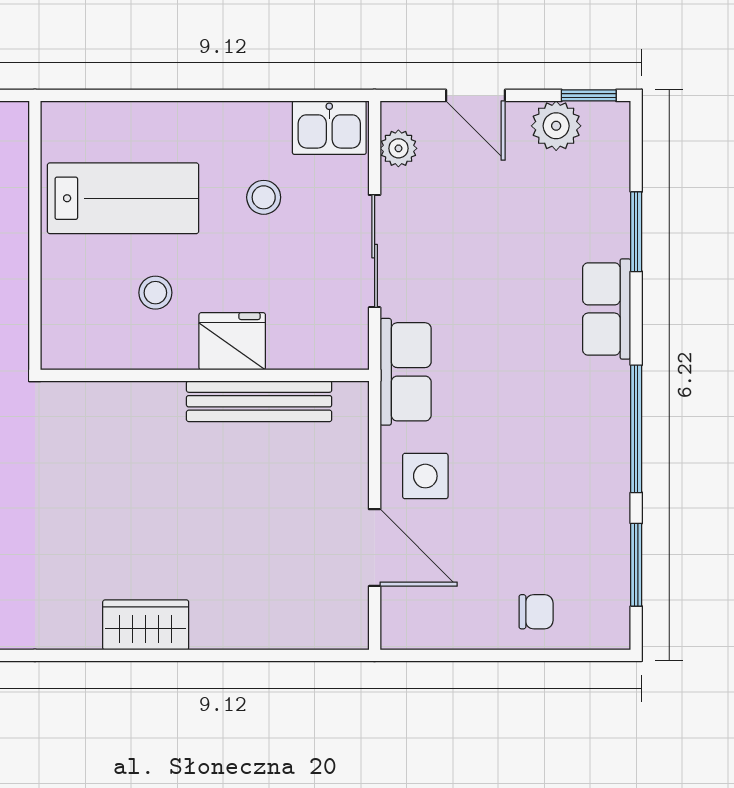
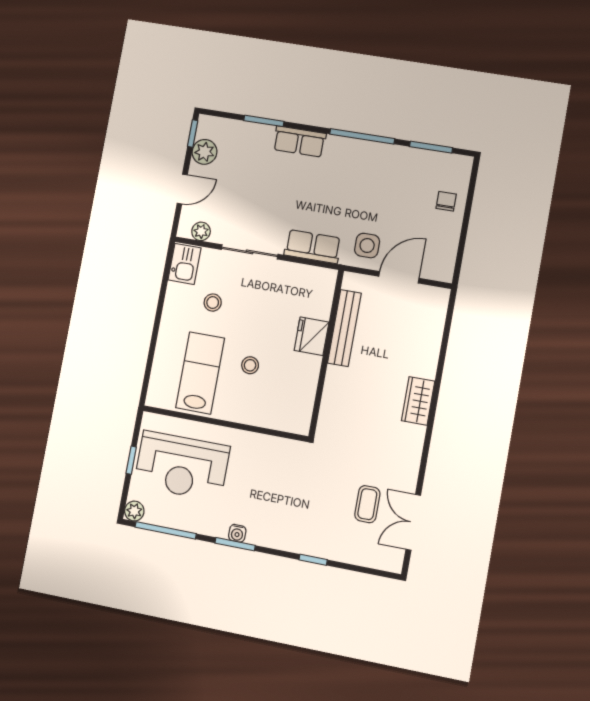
fridge: (232, 341) -> (312, 336), moved
wall: (205, 375) -> (326, 353), moved
bench: (259, 401) -> (344, 328), moved

